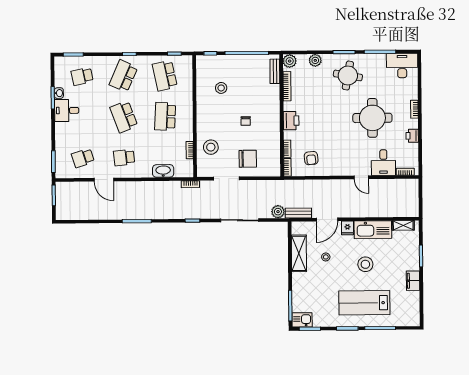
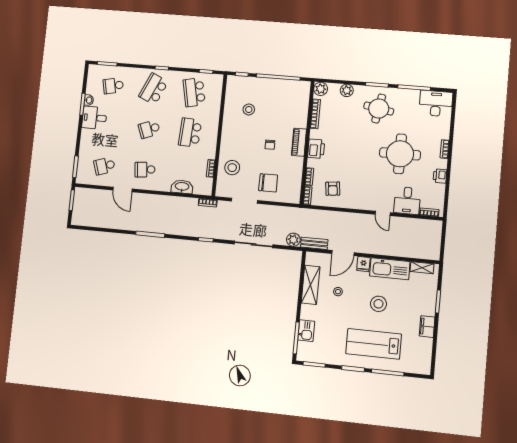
bench: (275, 71) -> (305, 98), removed
piano: (274, 116) -> (299, 142), added
school desk: (124, 117) -> (149, 129), width x0.54
kitchen sink: (302, 320) -> (306, 331), moved, turned 90

